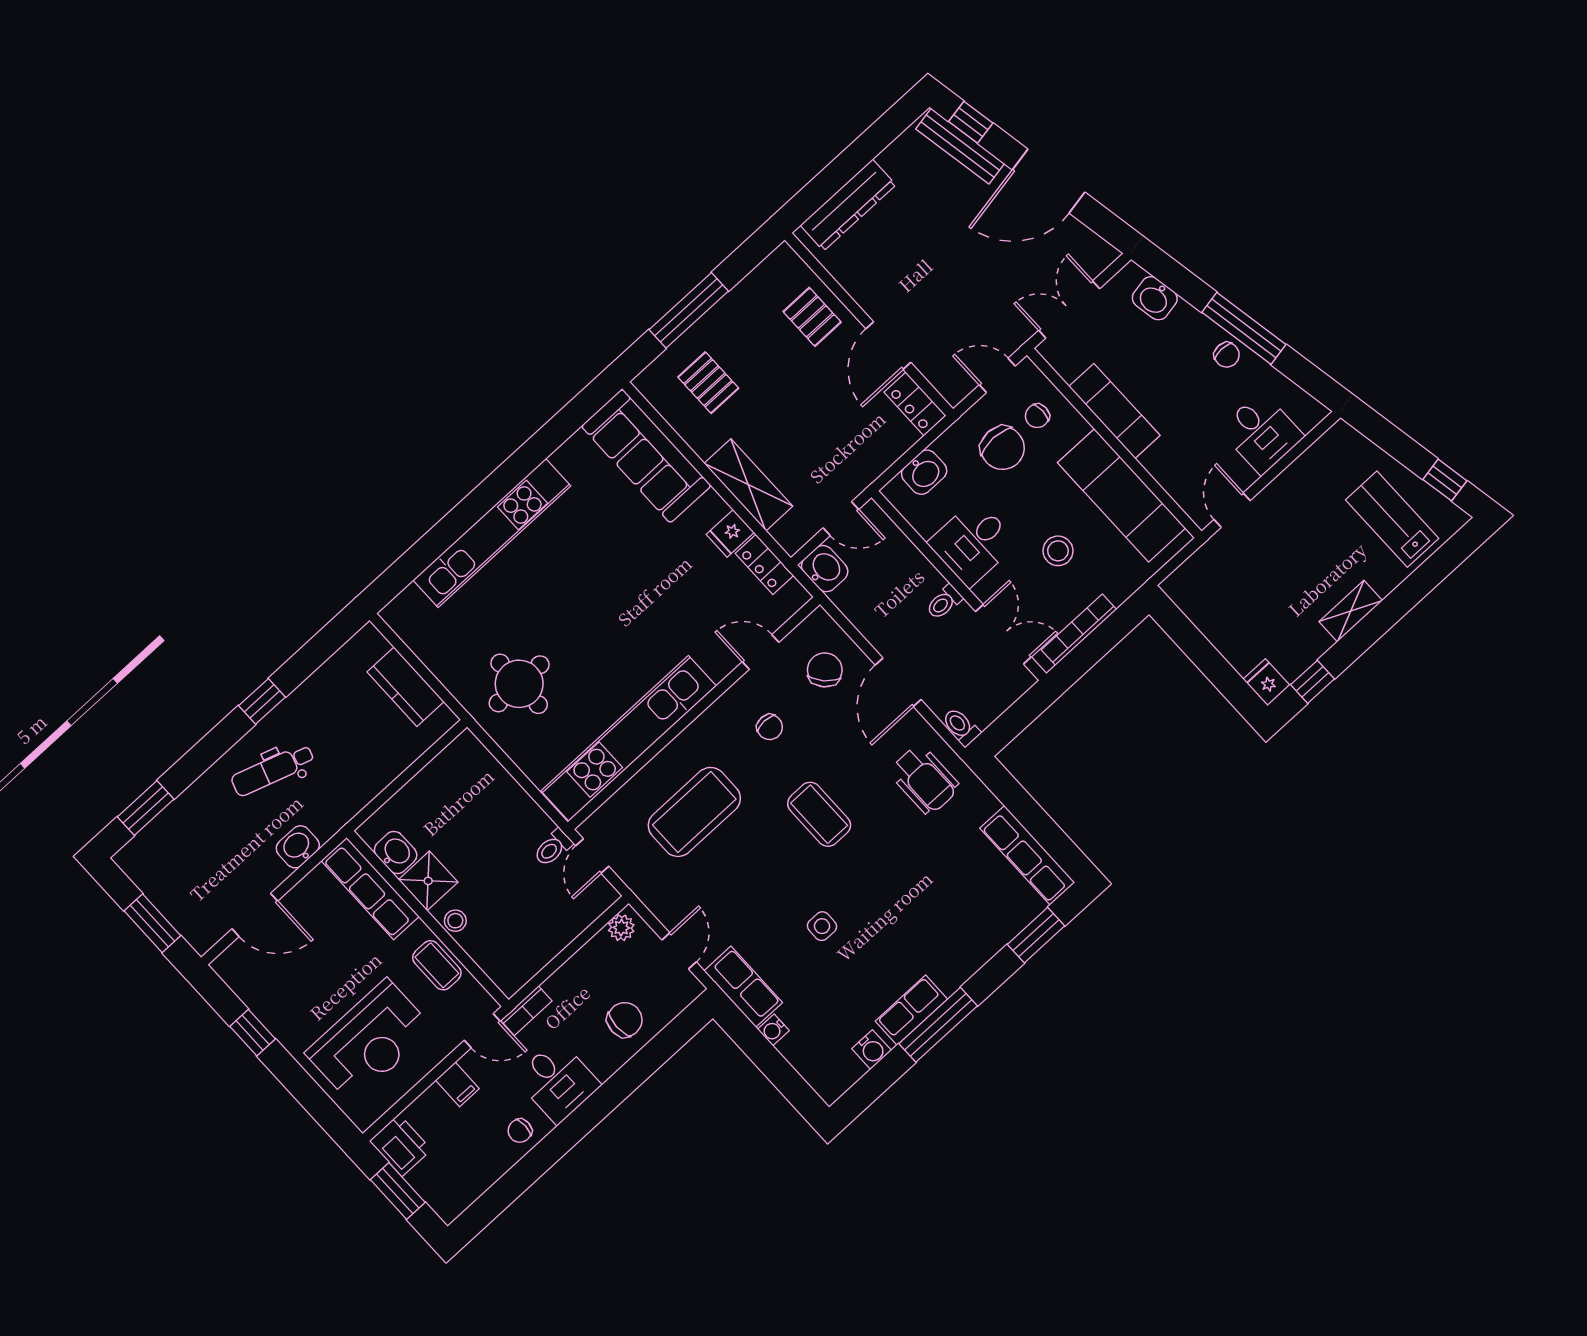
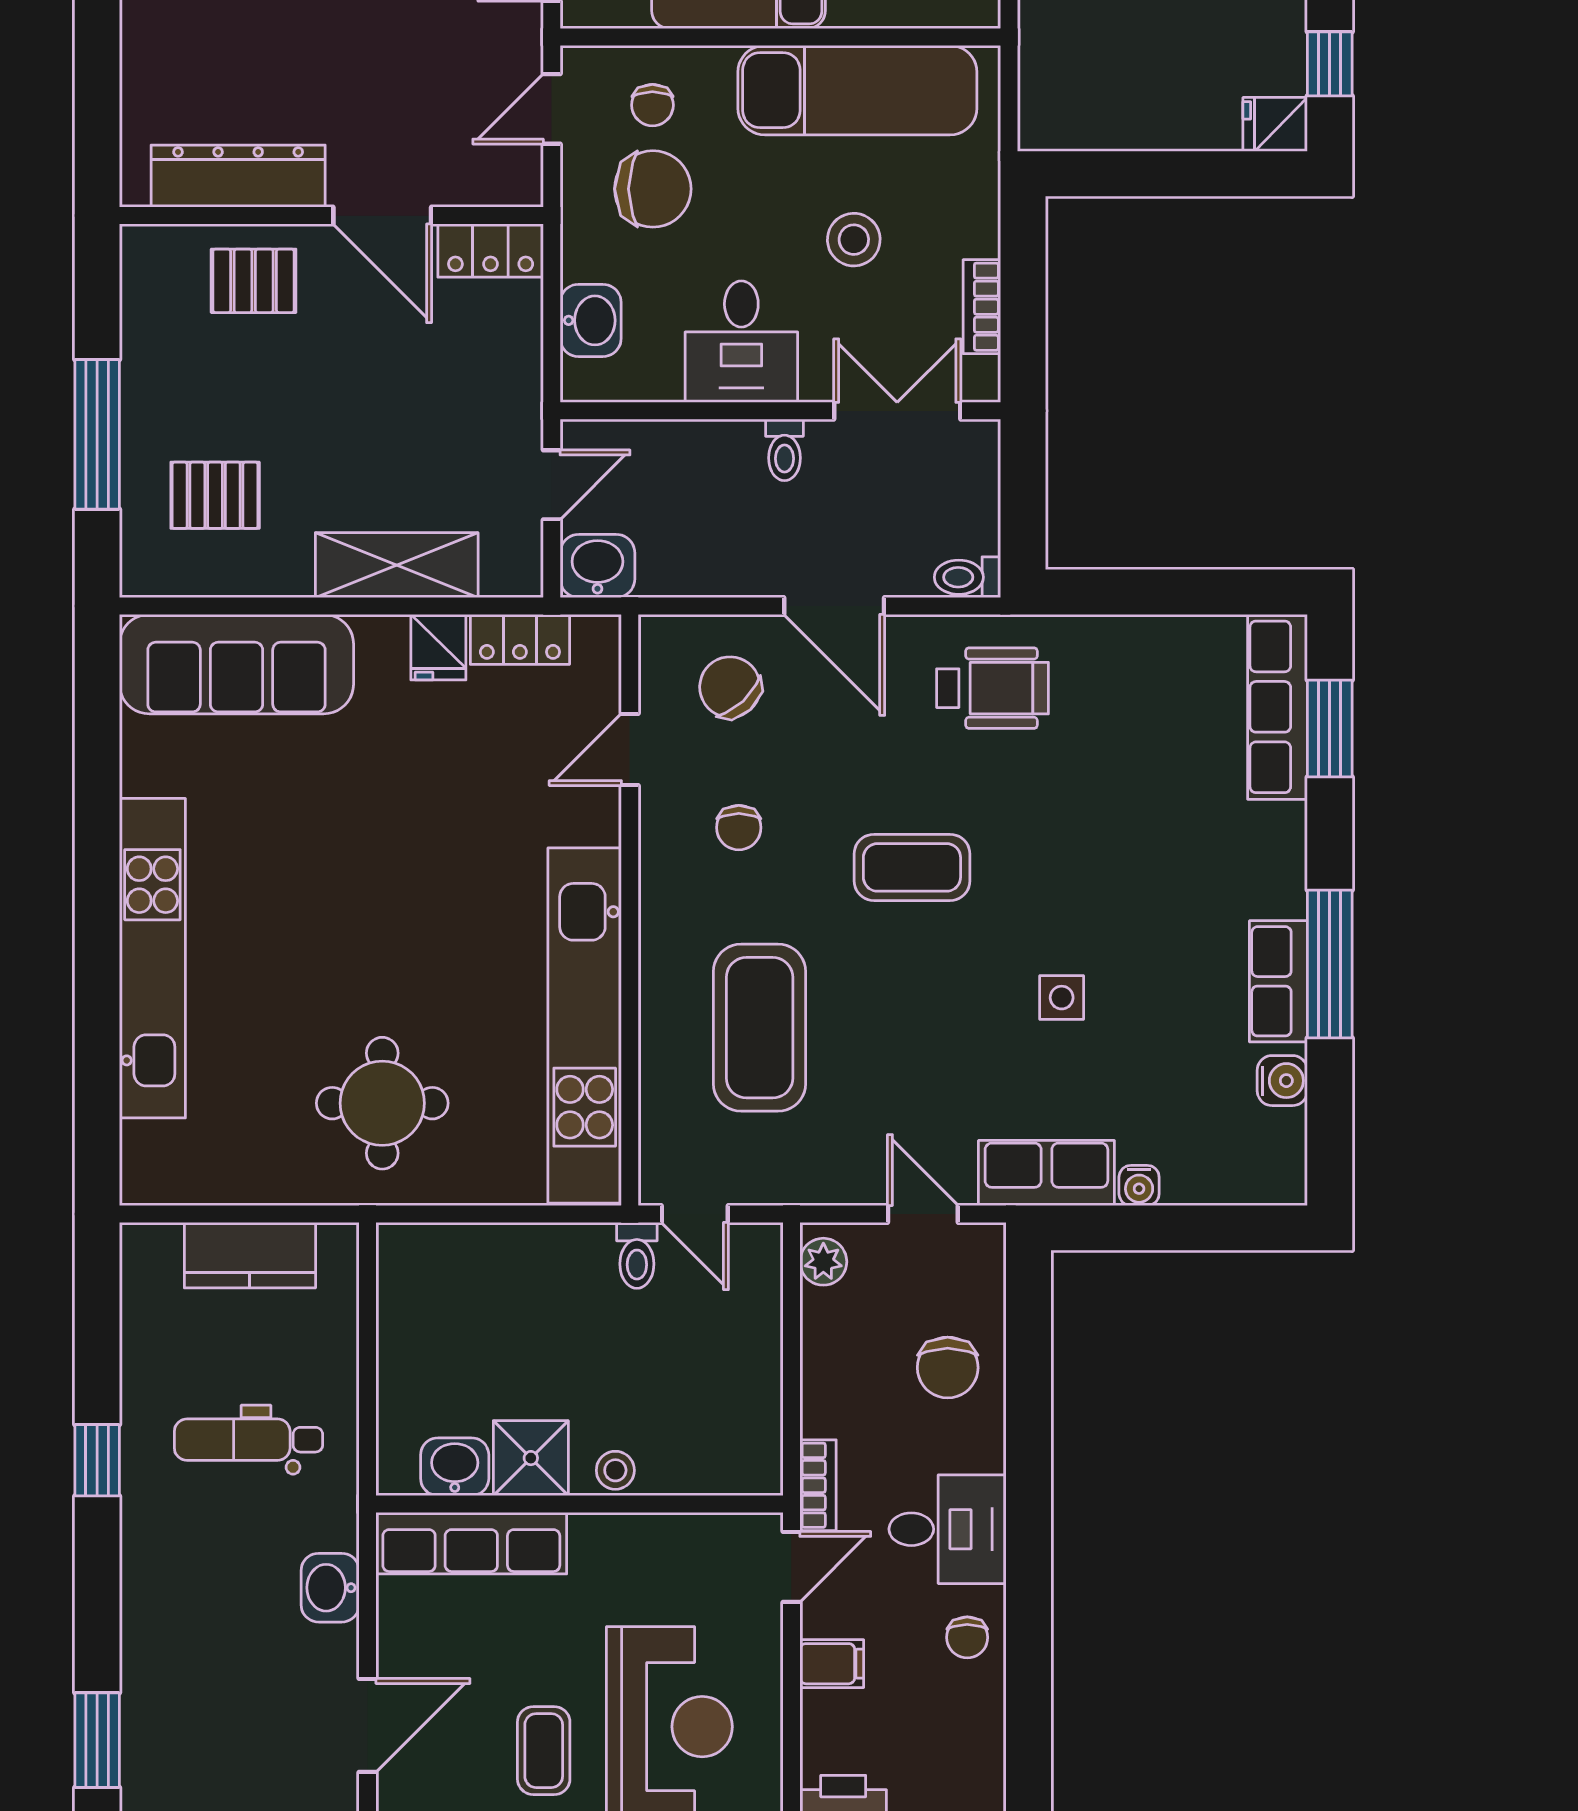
dresser: (848, 205) -> (238, 176), moved, turned -90
bookcase: (1079, 630) -> (982, 307), width x0.64
chair: (770, 727) -> (739, 828), turned 90
dental chair: (273, 770) -> (249, 1440), moved, turned 72
row of seats: (1027, 855) -> (1277, 707), moved, turned 90
coffee table: (437, 965) -> (544, 1751), moved, turned 90
chair: (625, 1020) -> (948, 1368), turned 180

